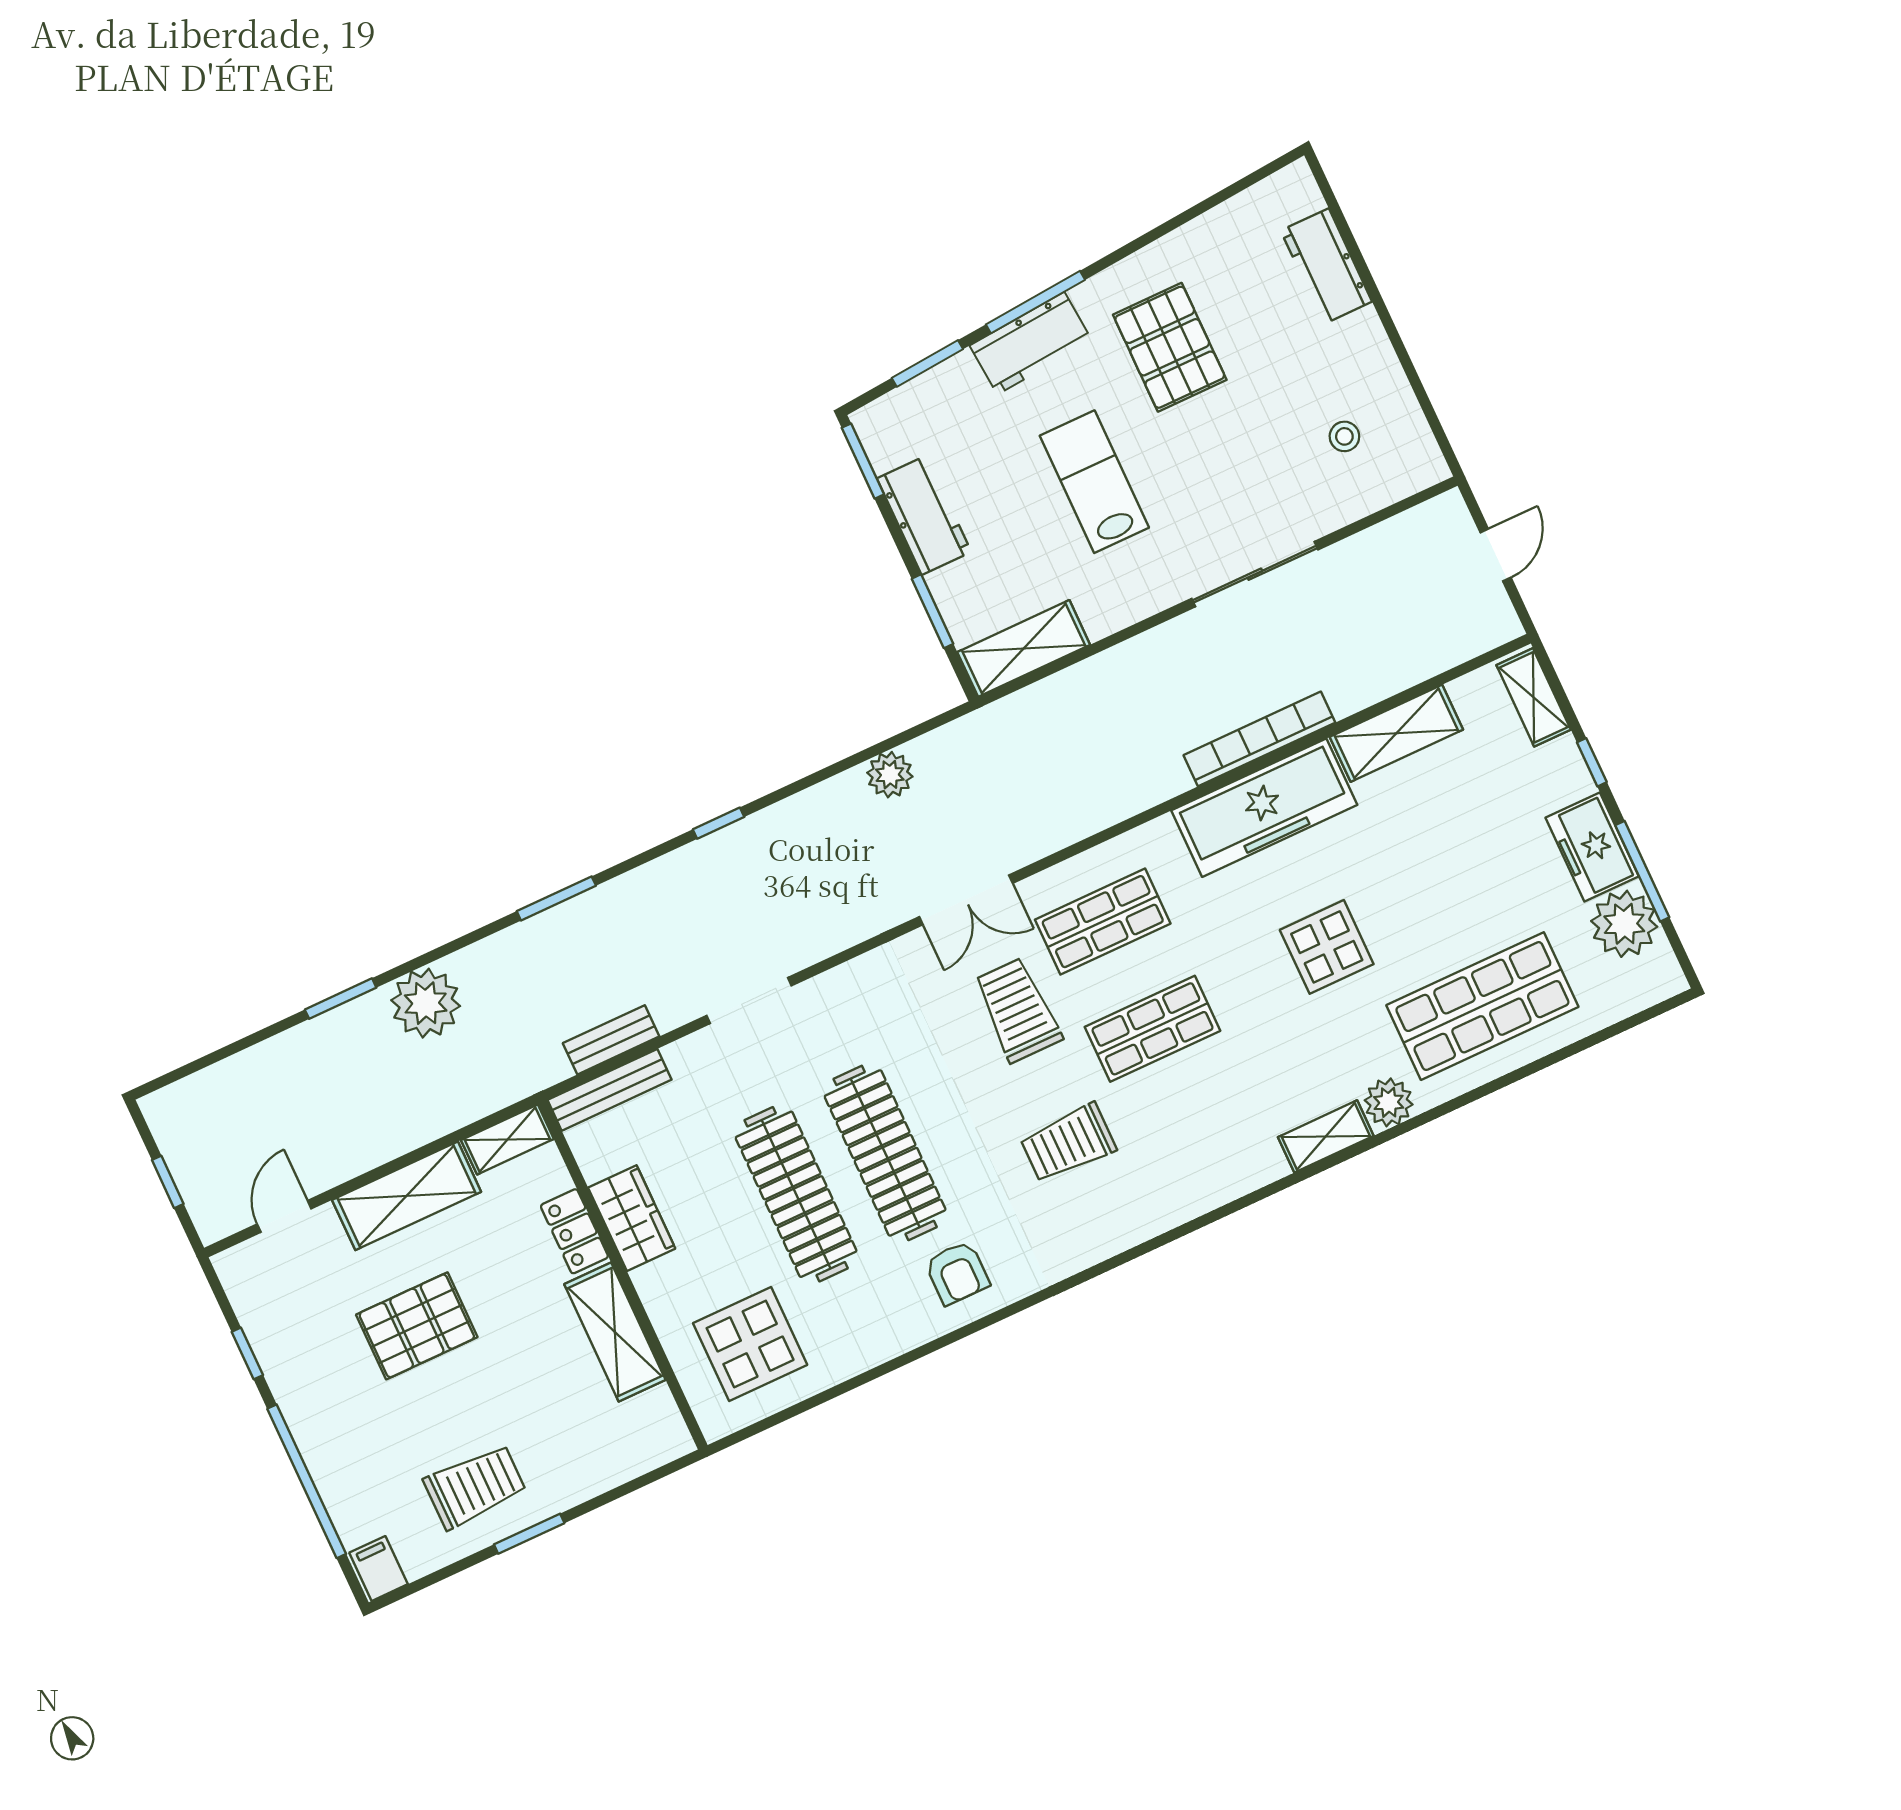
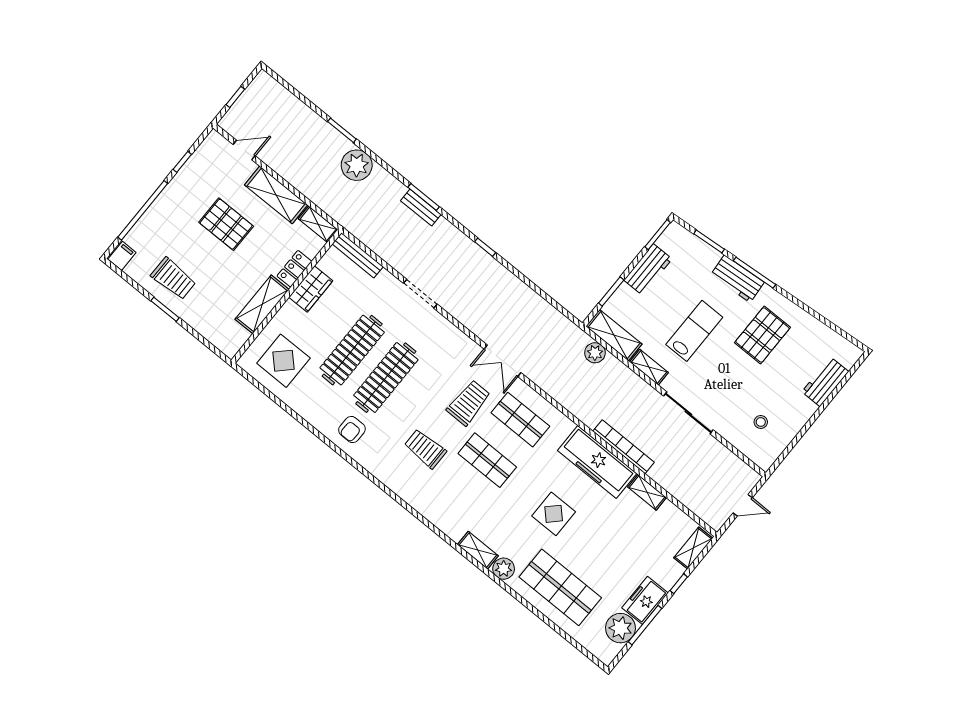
shelving: (1123, 609) -> (649, 367), added
shelving: (1396, 733) -> (647, 492), width x0.67, depth x0.75
plant: (890, 775) -> (595, 353), moved
bench: (611, 1040) -> (421, 208), moved

